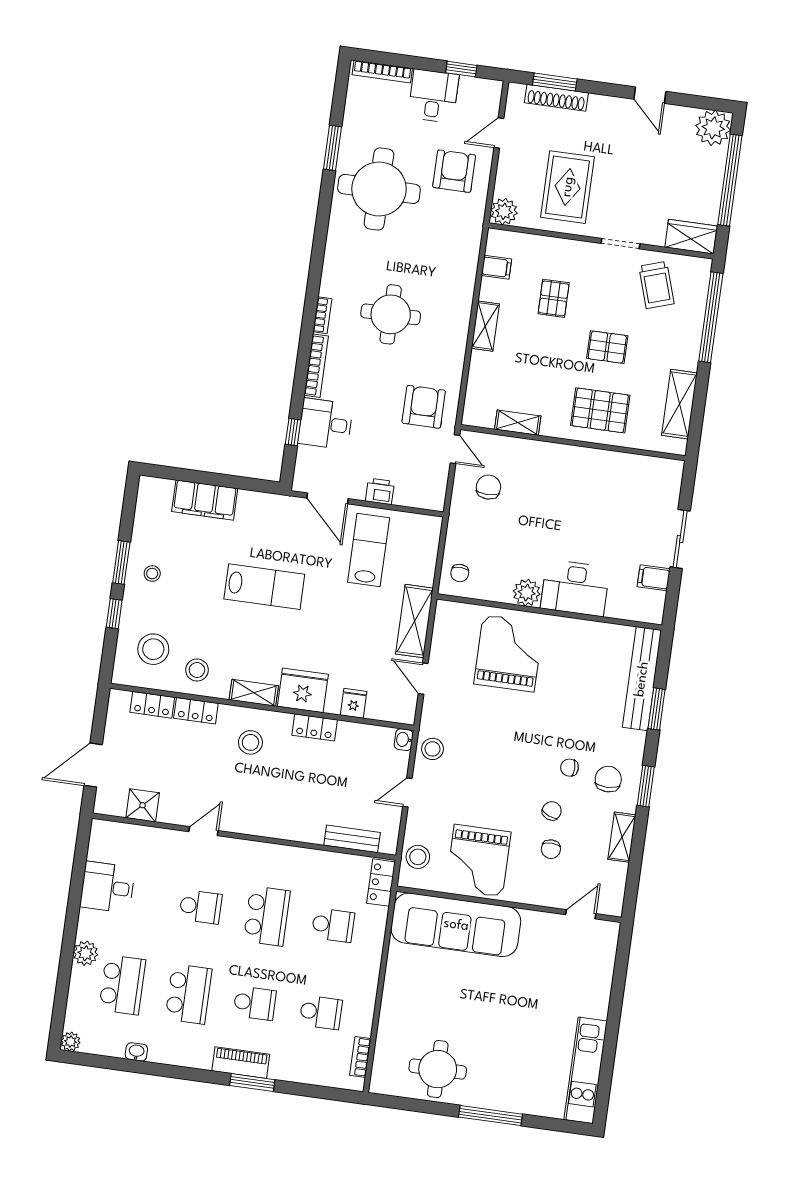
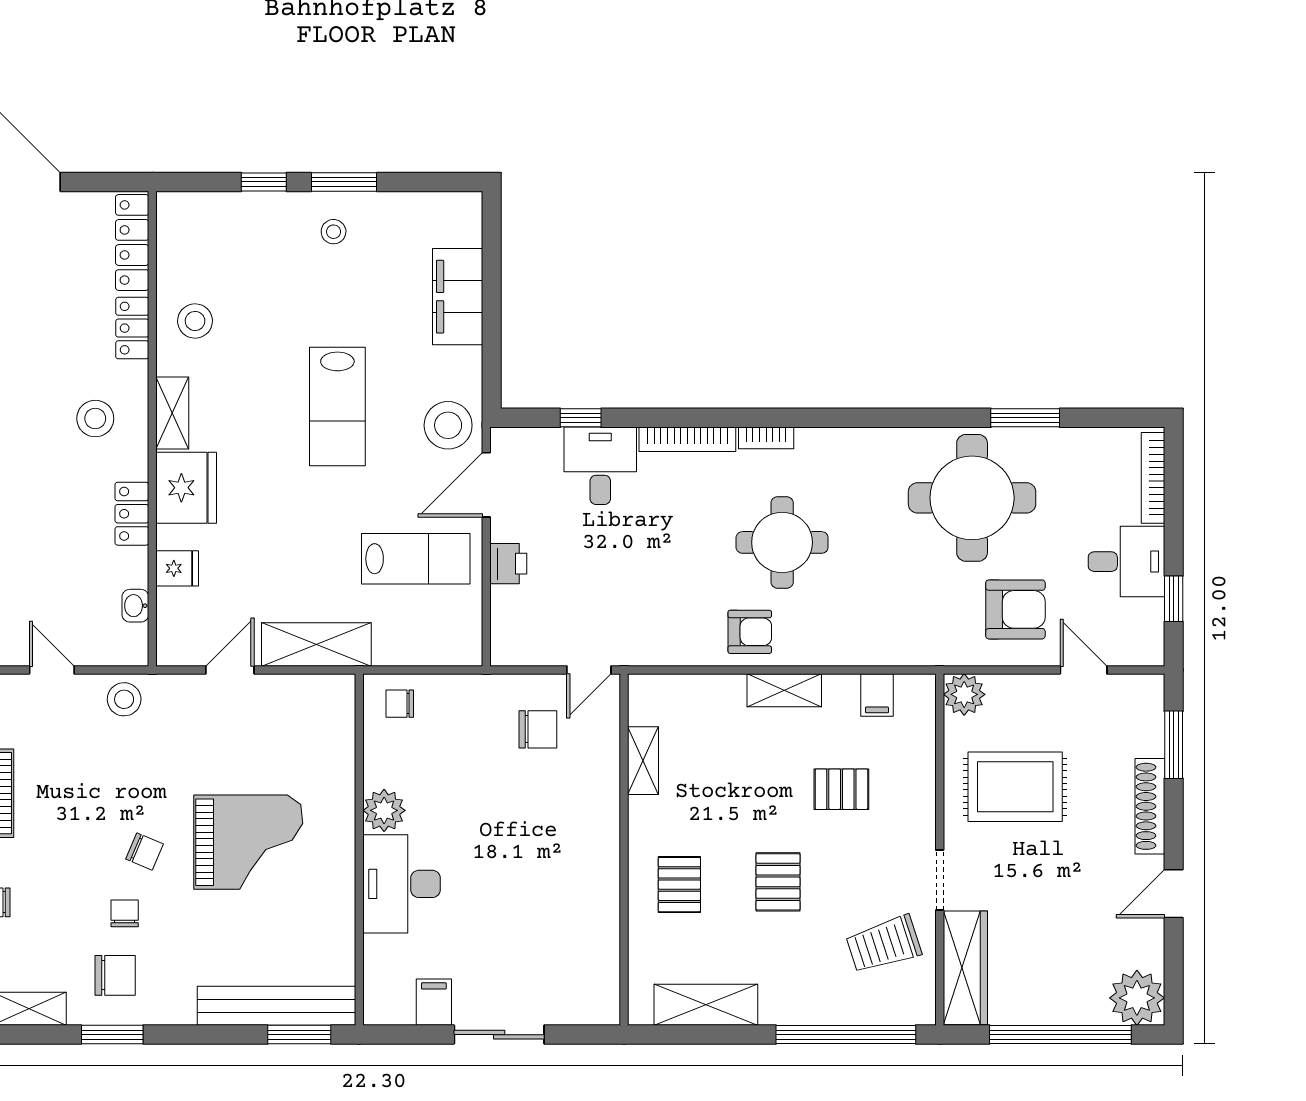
shoe rack: (556, 98) -> (1150, 806), moved
wardrobe: (691, 237) -> (965, 968), width x1.50
armchair: (424, 407) -> (750, 632), moved, width x0.72, depth x0.72
pallet: (600, 410) -> (679, 885), width x0.67, depth x0.71
stool: (153, 649) -> (448, 425), moved
grand piano: (509, 653) -> (248, 842), moved
locker: (152, 705) -> (132, 242), width x1.53
window: (657, 709) -> (299, 1035), moved
washbasin: (404, 740) -> (135, 606), moved, turned -90
chair: (552, 811) -> (145, 852), moved

